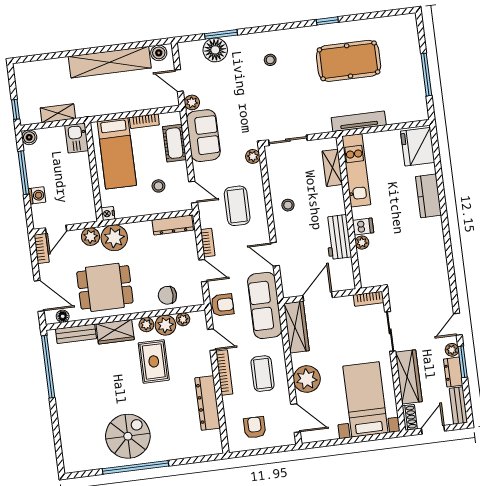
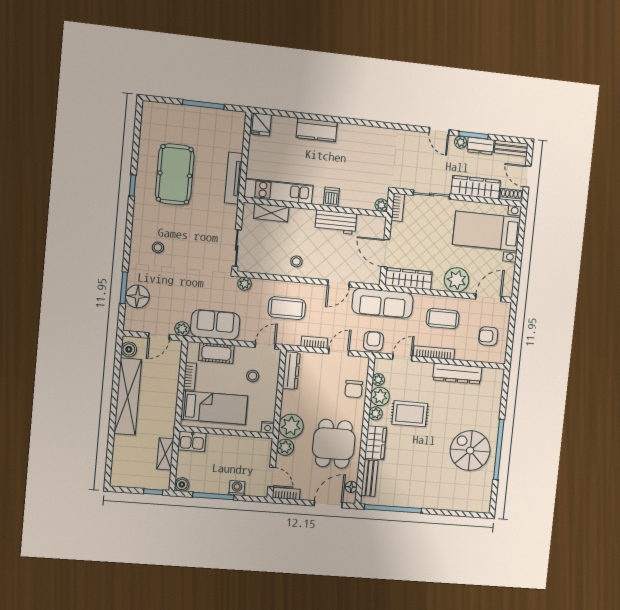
fridge: (418, 147) -> (262, 124), width x0.53, depth x0.75
plant: (362, 243) -> (381, 205), moved

